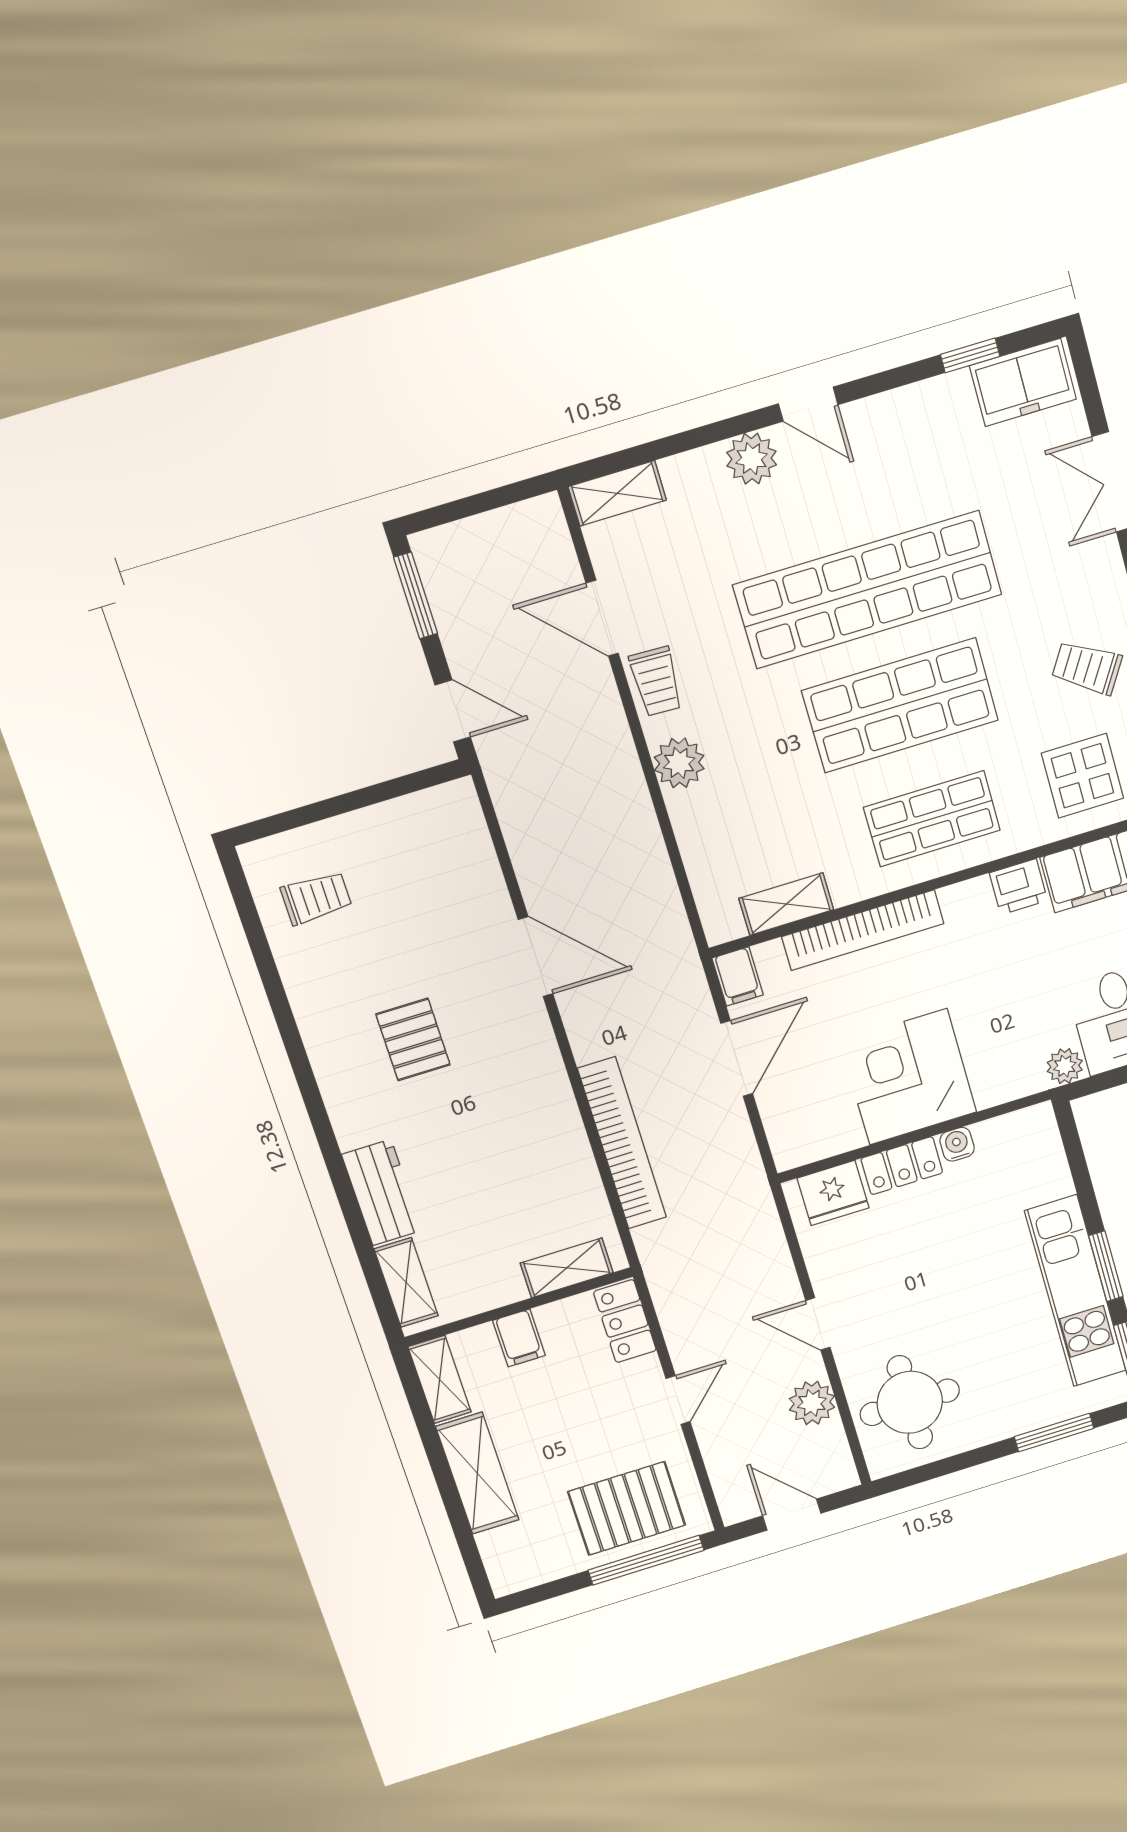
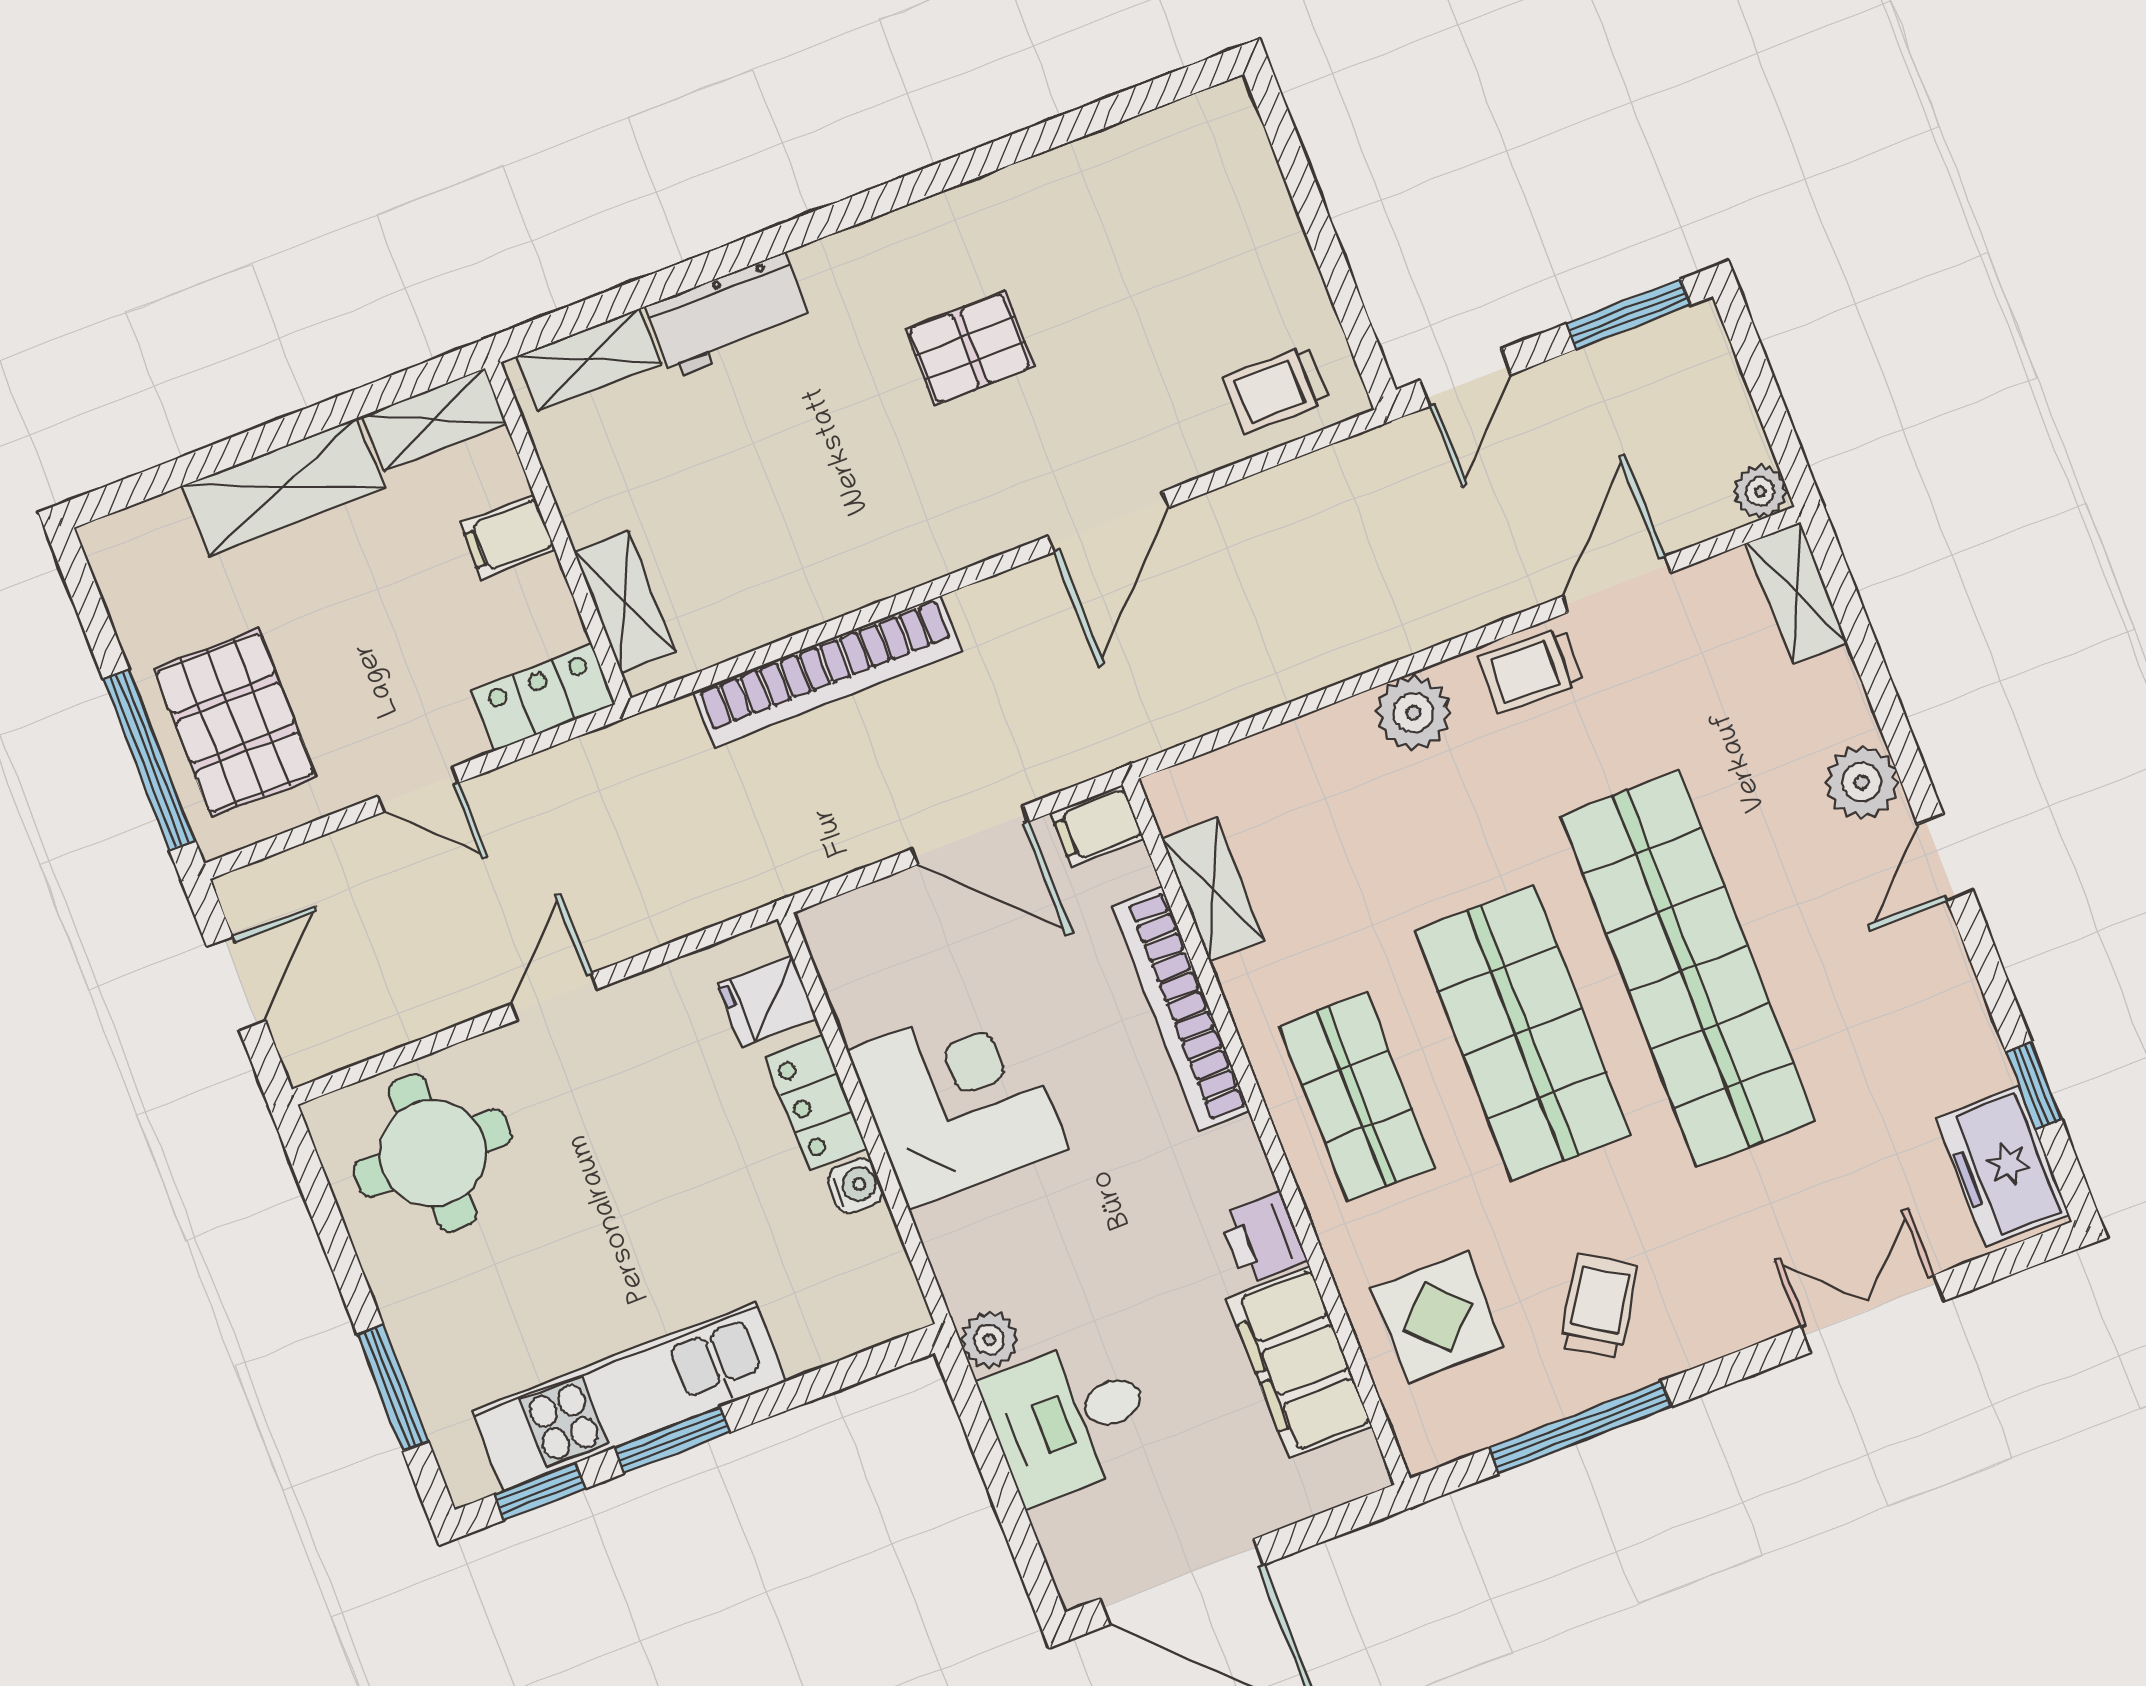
trolley: (316, 898) -> (1276, 389), moved, turned 90
fridge: (833, 1193) -> (767, 1001), width x0.72
plant: (812, 1403) -> (1760, 491), moved, width x0.73, depth x0.73

